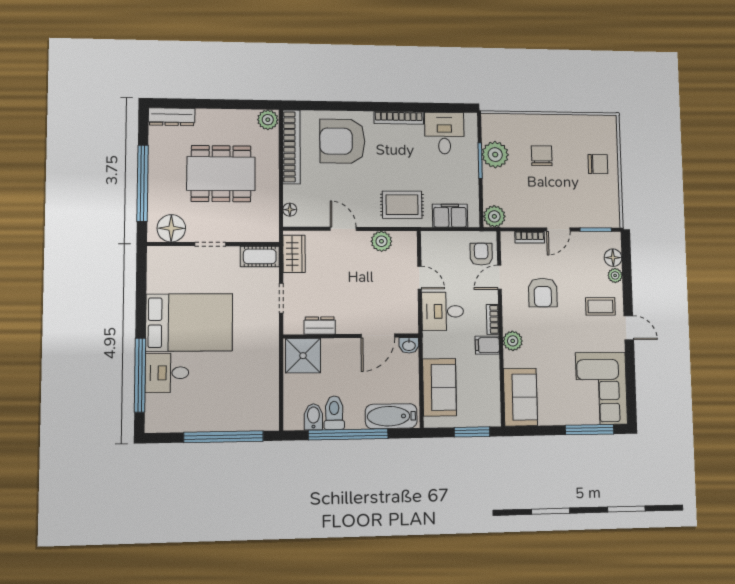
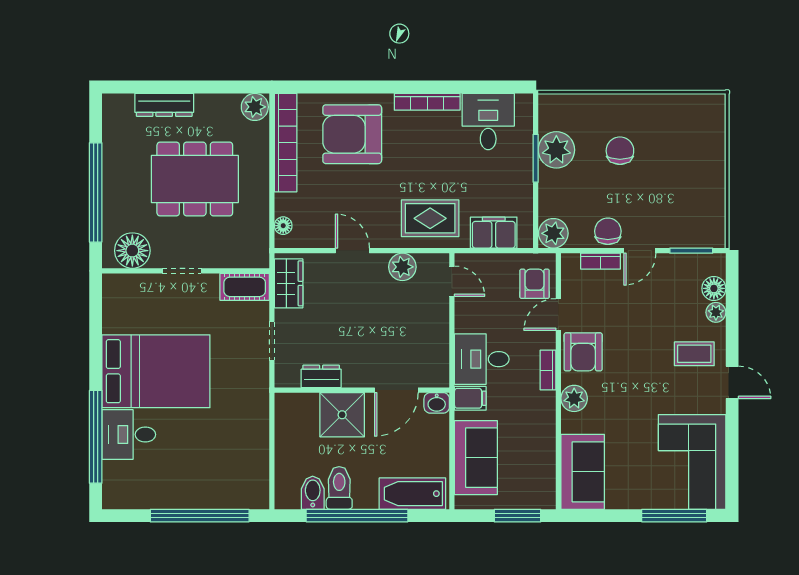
dresser: (172, 117) -> (164, 105), moved
chair: (598, 164) -> (608, 231), moved, turned -90
door: (420, 278) -> (452, 281), moved
armchair: (543, 293) -> (583, 352), moved
filing cabinet: (487, 345) -> (470, 398), moved, turned 180
shower: (303, 356) -> (342, 415), moved

